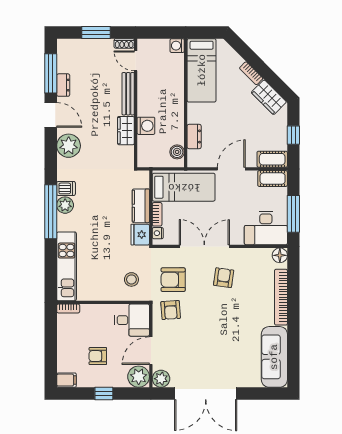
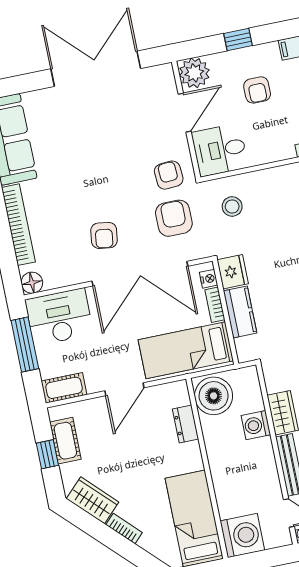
washing machine: (177, 46) -> (242, 536), width x1.89, depth x1.89
boiler: (177, 152) -> (214, 396), width x1.86, depth x1.86
cot: (272, 159) -> (65, 441), moved, turned 90
double door: (204, 246) -> (140, 274), width x1.36
armchair: (173, 280) -> (174, 218), turned -90
armchair: (98, 356) -> (257, 90), turned 90
plant: (161, 379) -> (162, 76), removed

